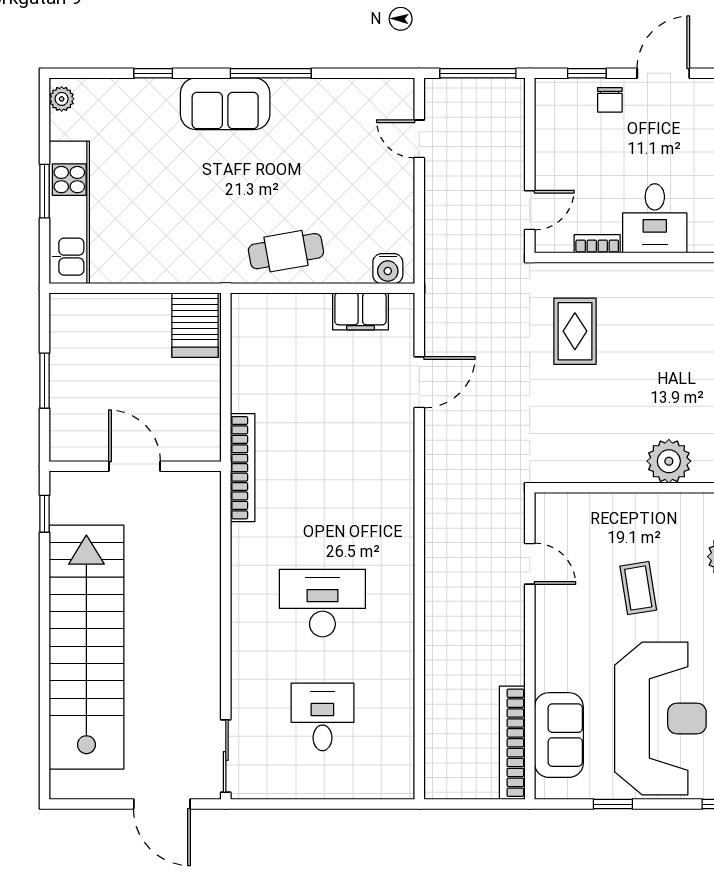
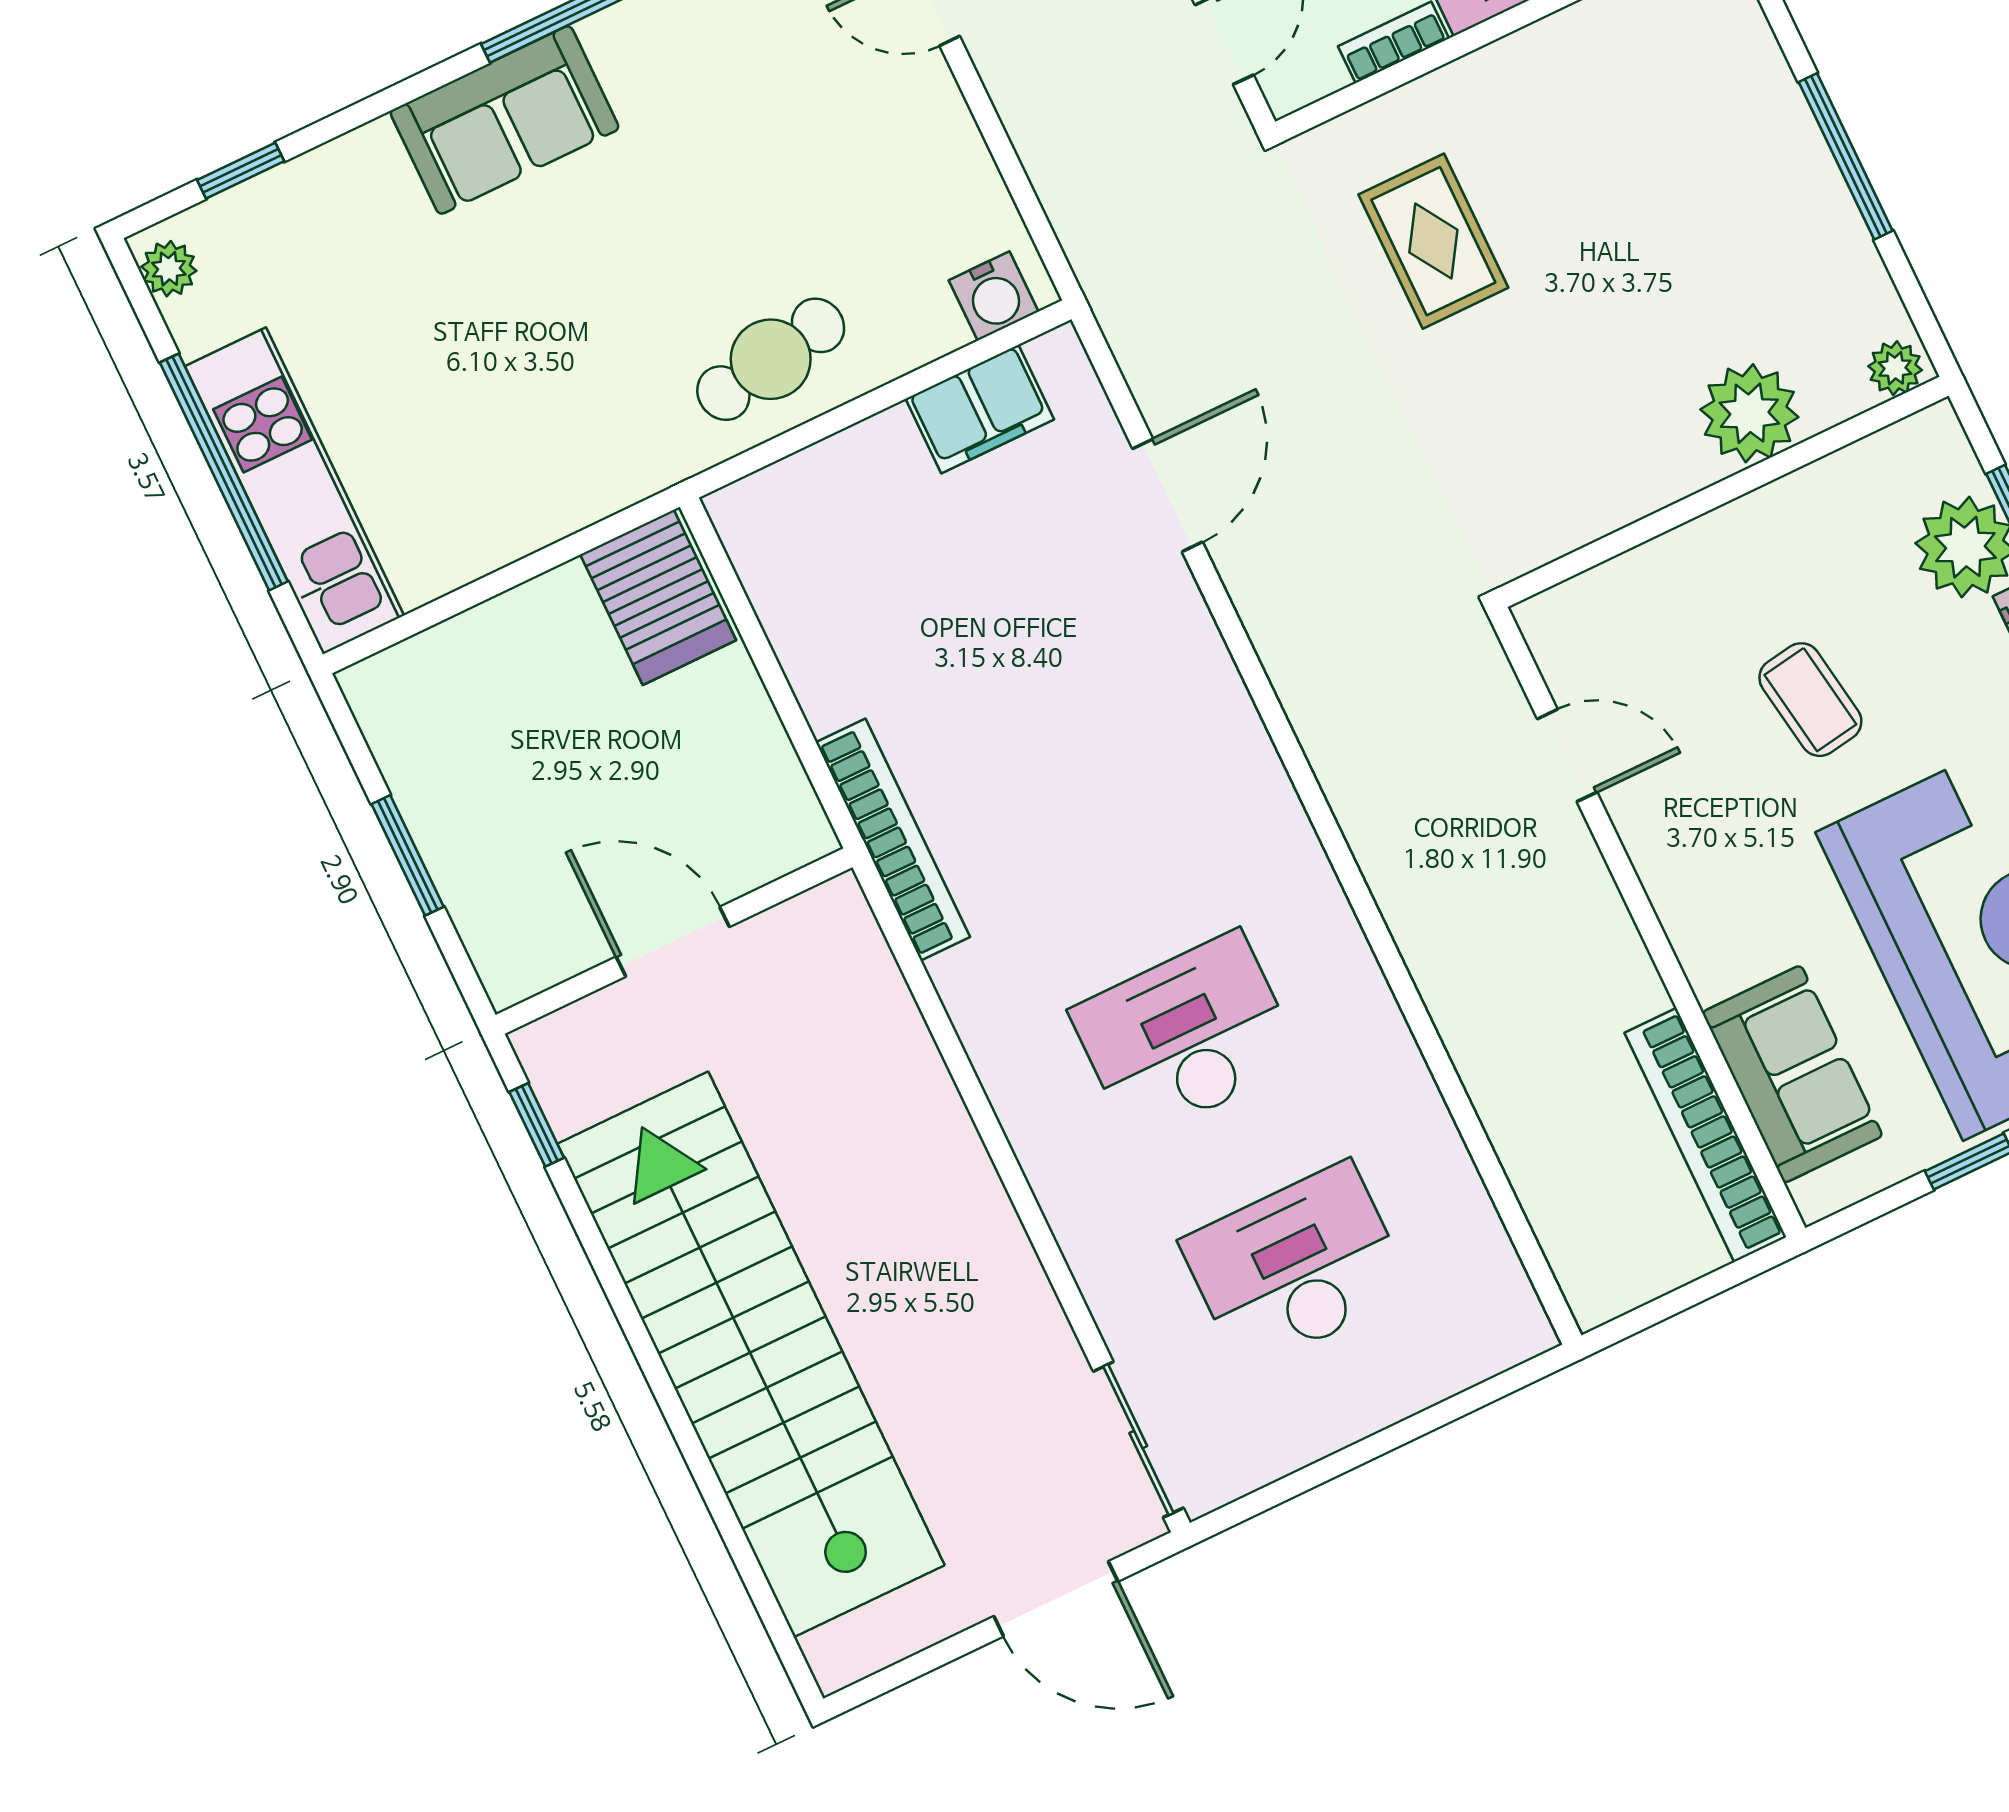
window: (153, 73) -> (241, 171), moved
window: (45, 191) -> (224, 472), width x2.11
desk: (322, 717) -> (1296, 1267), width x1.37

